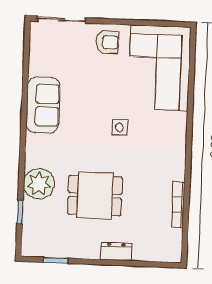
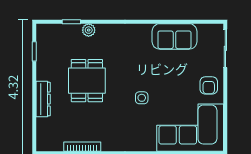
sofa: (43, 105) -> (174, 36), moved
plant: (39, 184) -> (89, 30), width x0.53, depth x0.53
dresser: (116, 252) -> (43, 99), width x1.44

